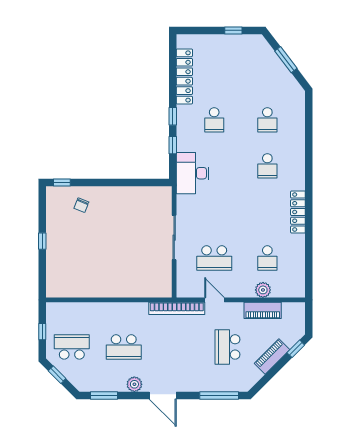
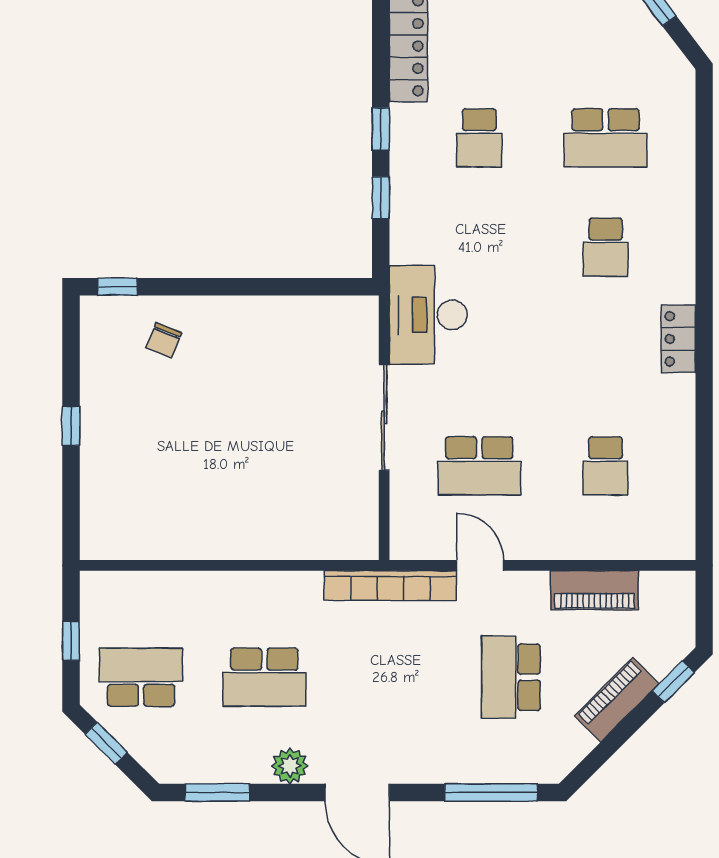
school desk: (267, 120) -> (606, 138), width x1.85
desk: (193, 173) -> (428, 315), moved
locker: (298, 212) -> (678, 339), width x0.66
plant: (263, 290) -> (595, 542), removed

